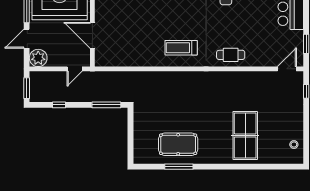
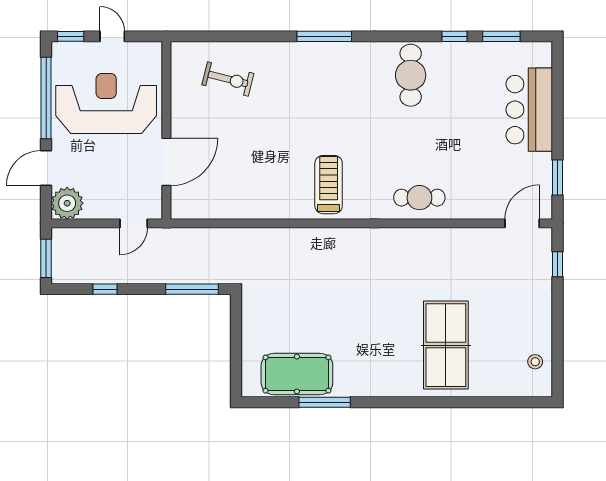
door: (92, 35) -> (166, 162), swing flipped
treadmill: (181, 48) -> (329, 185), turned 90
pool table: (178, 144) -> (297, 374), moved

